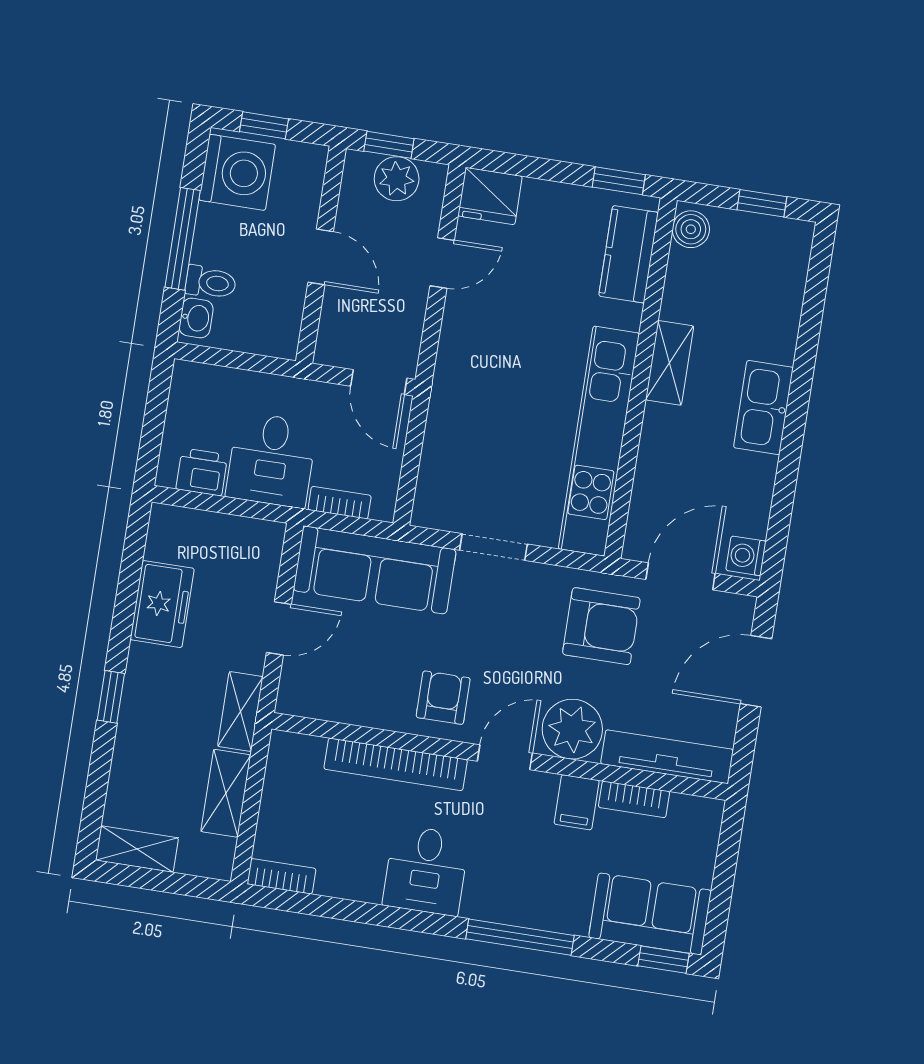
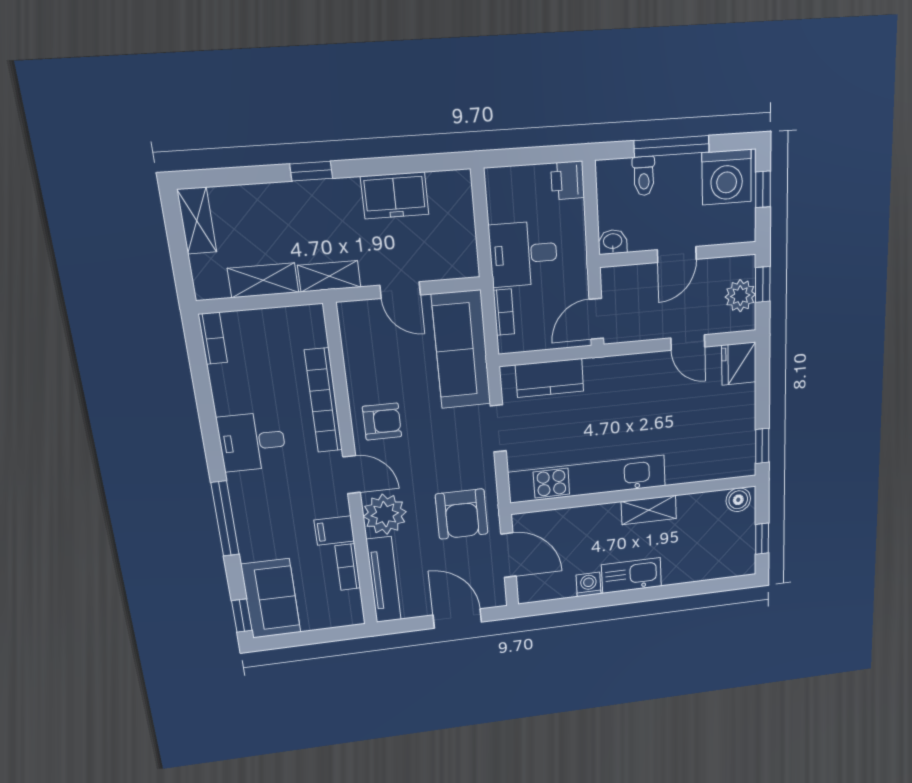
kitchen counter: (629, 254) -> (550, 378), moved, turned 180
washbasin: (196, 318) -> (613, 242), moved, turned 180
printer: (202, 472) -> (568, 180), moved, turned 180
washing machine: (746, 556) -> (589, 584), moved

